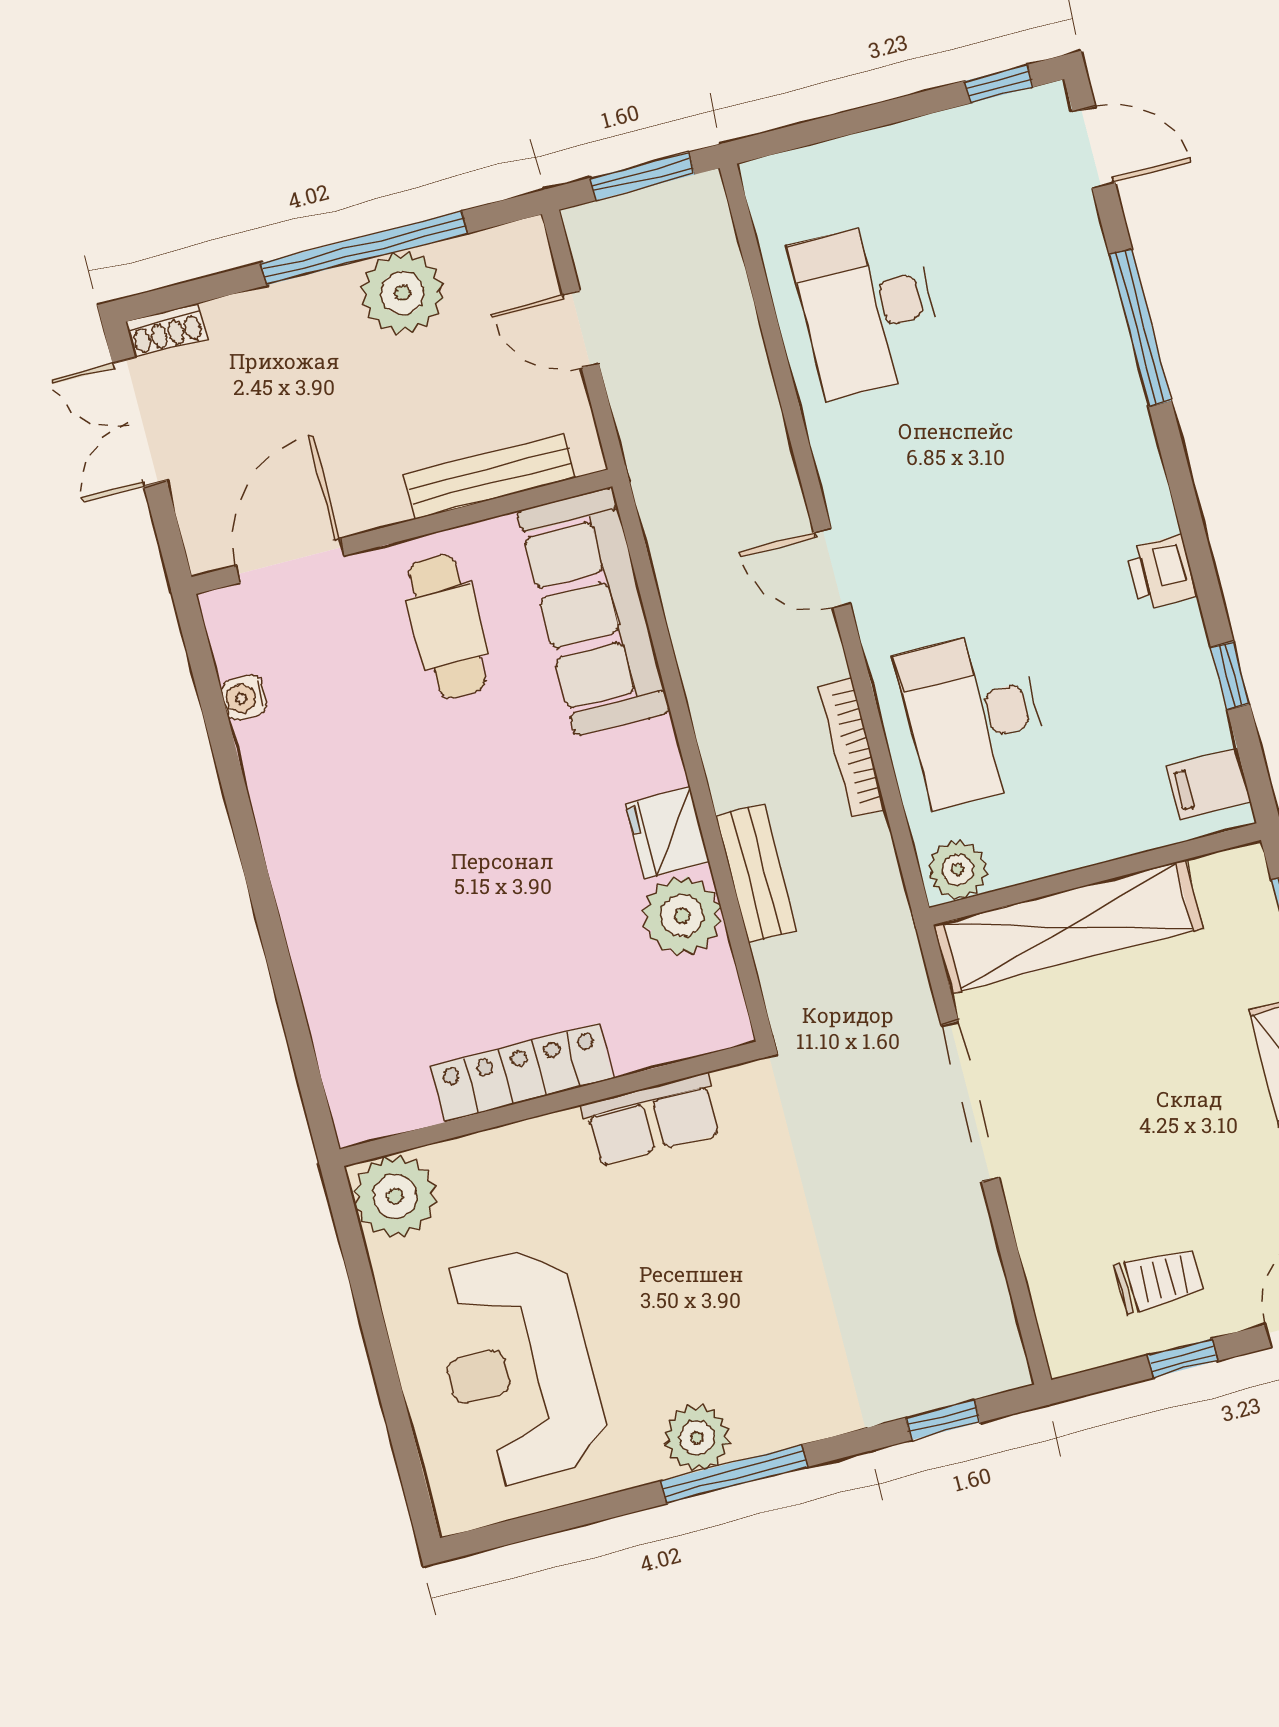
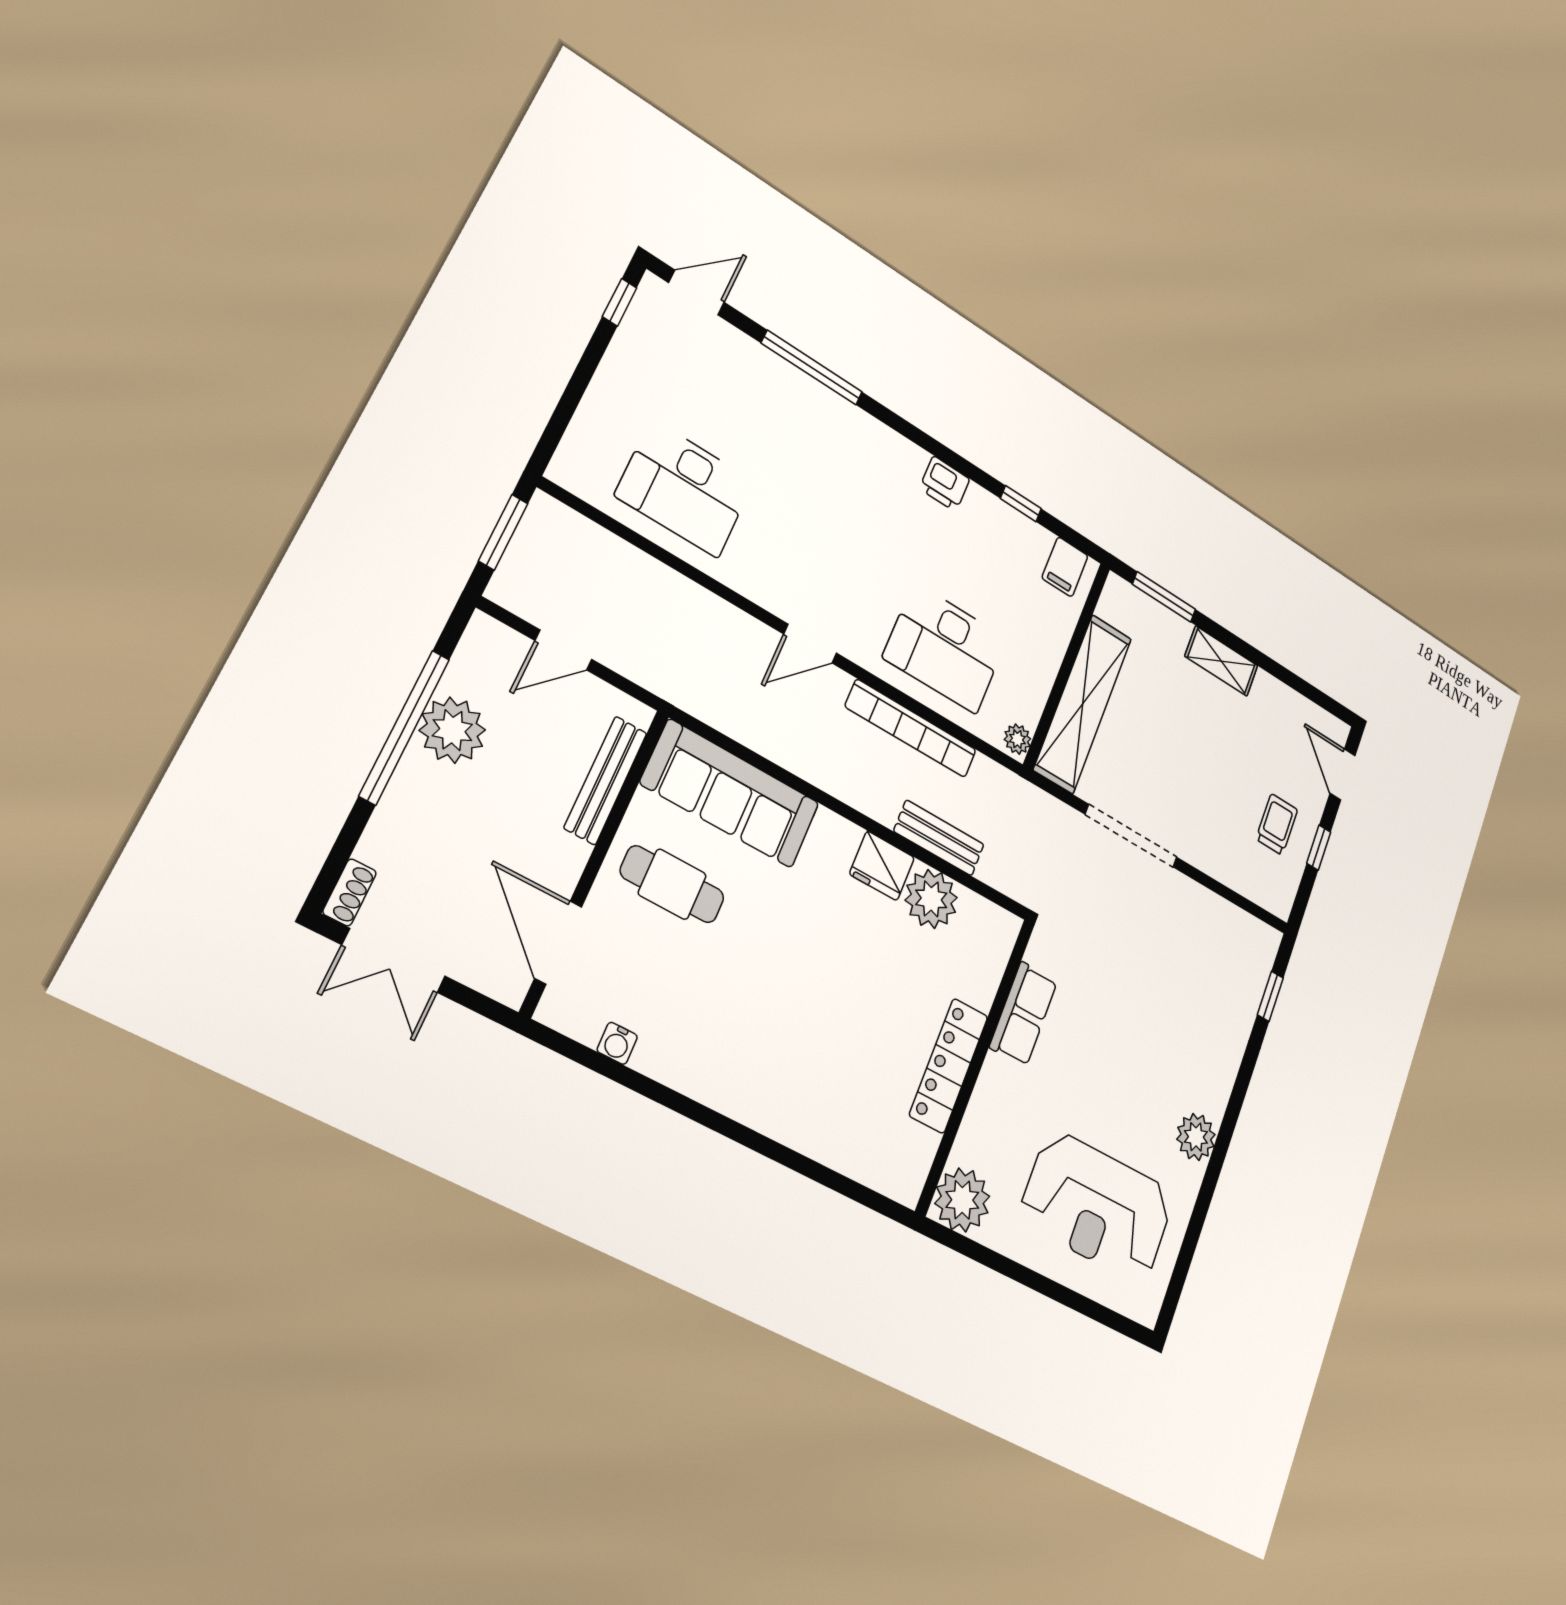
bookcase: (852, 748) -> (911, 728), width x1.48, depth x1.31
plant: (958, 870) -> (1017, 739), width x0.73, depth x0.73
window: (734, 1474) -> (1226, 1133), removed

